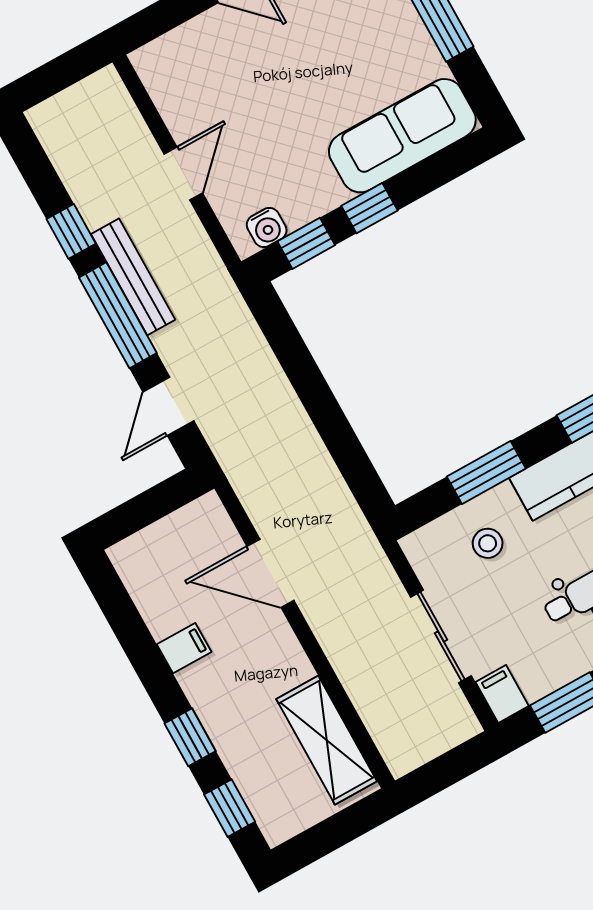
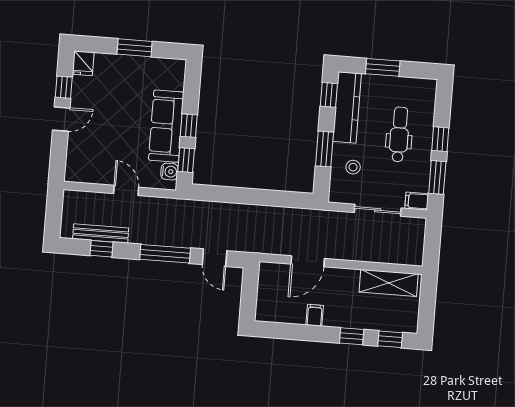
sofa: (402, 136) -> (166, 126), moved
window: (71, 231) -> (102, 249), moved
bench: (133, 277) -> (101, 233), moved

